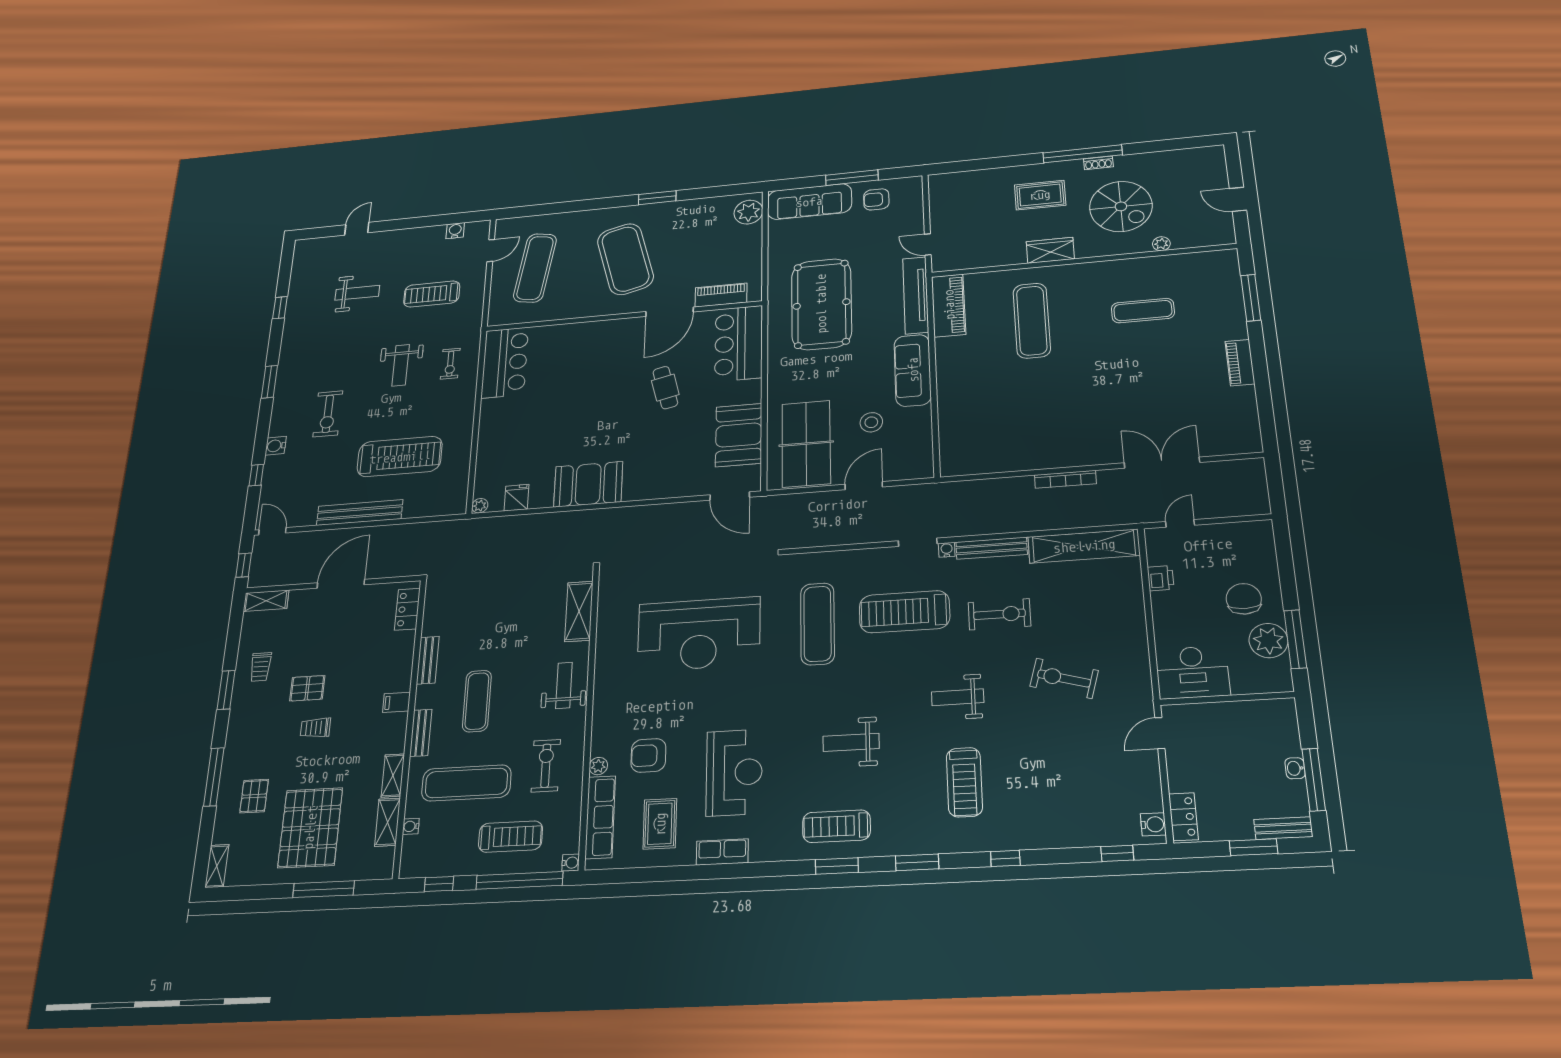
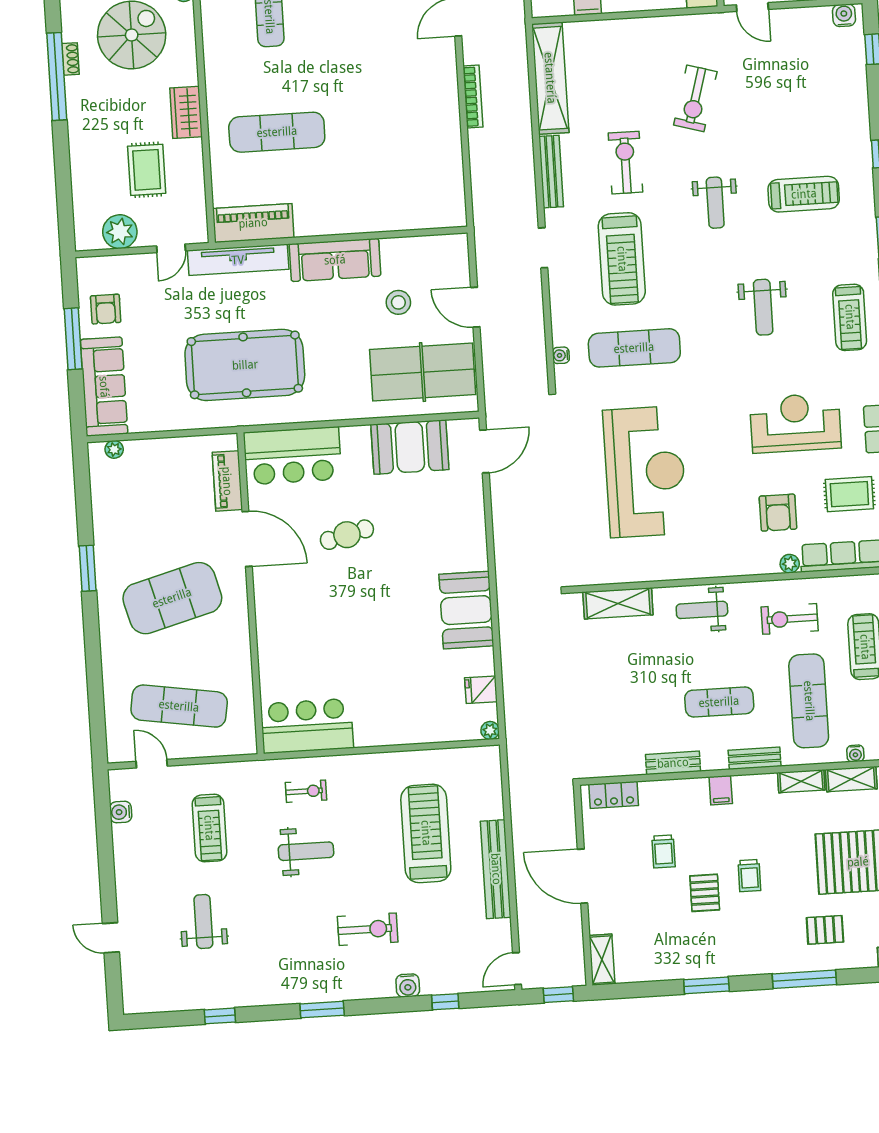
rug: (1040, 195) -> (147, 170), moved
plant: (944, 206) -> (120, 232), added
plant: (749, 212) -> (114, 449), width x0.53, depth x0.53
water cooler: (947, 550) -> (561, 355), moved
trolley: (261, 667) -> (664, 851), moved, turned 90

